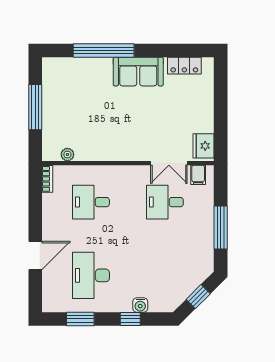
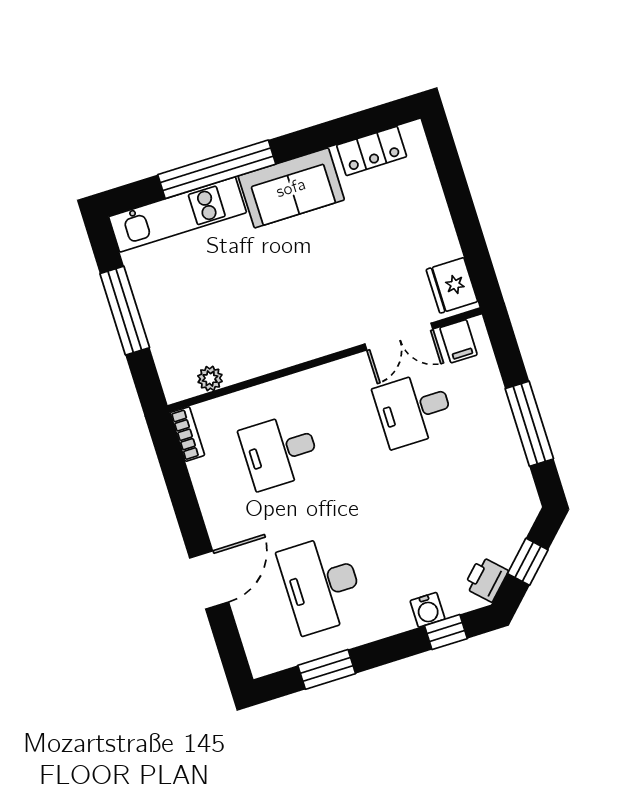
kitchen unit: (77, 67) -> (178, 215), added
printer: (174, 299) -> (486, 579), added
window: (130, 319) -> (446, 632), moved

